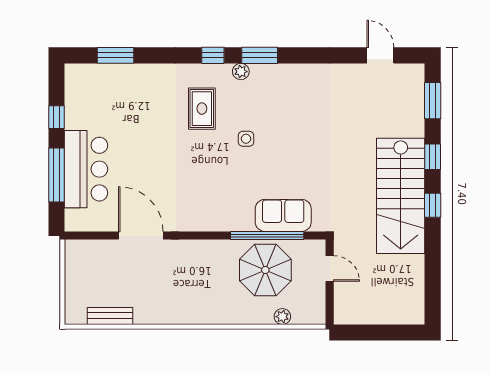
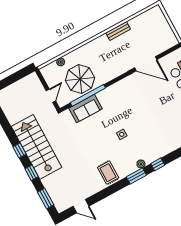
rug: (202, 109) -> (108, 173), moved
door: (330, 268) -> (51, 96), swing flipped
bench: (110, 316) -> (118, 31), moved

